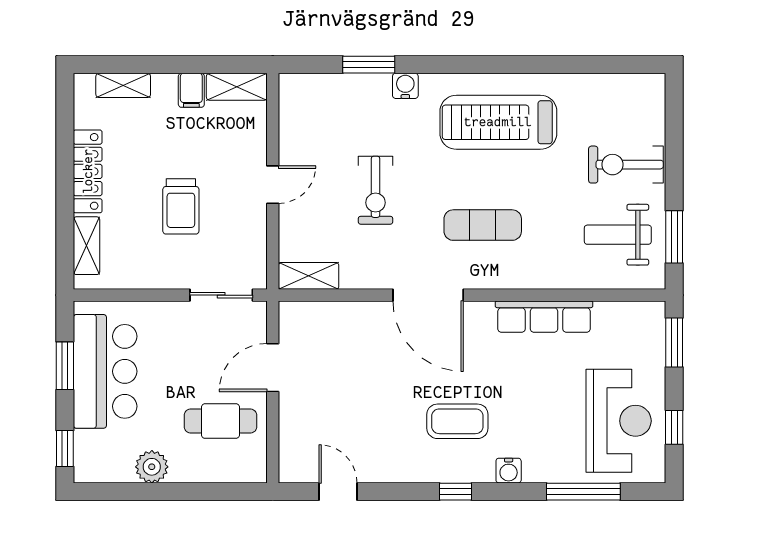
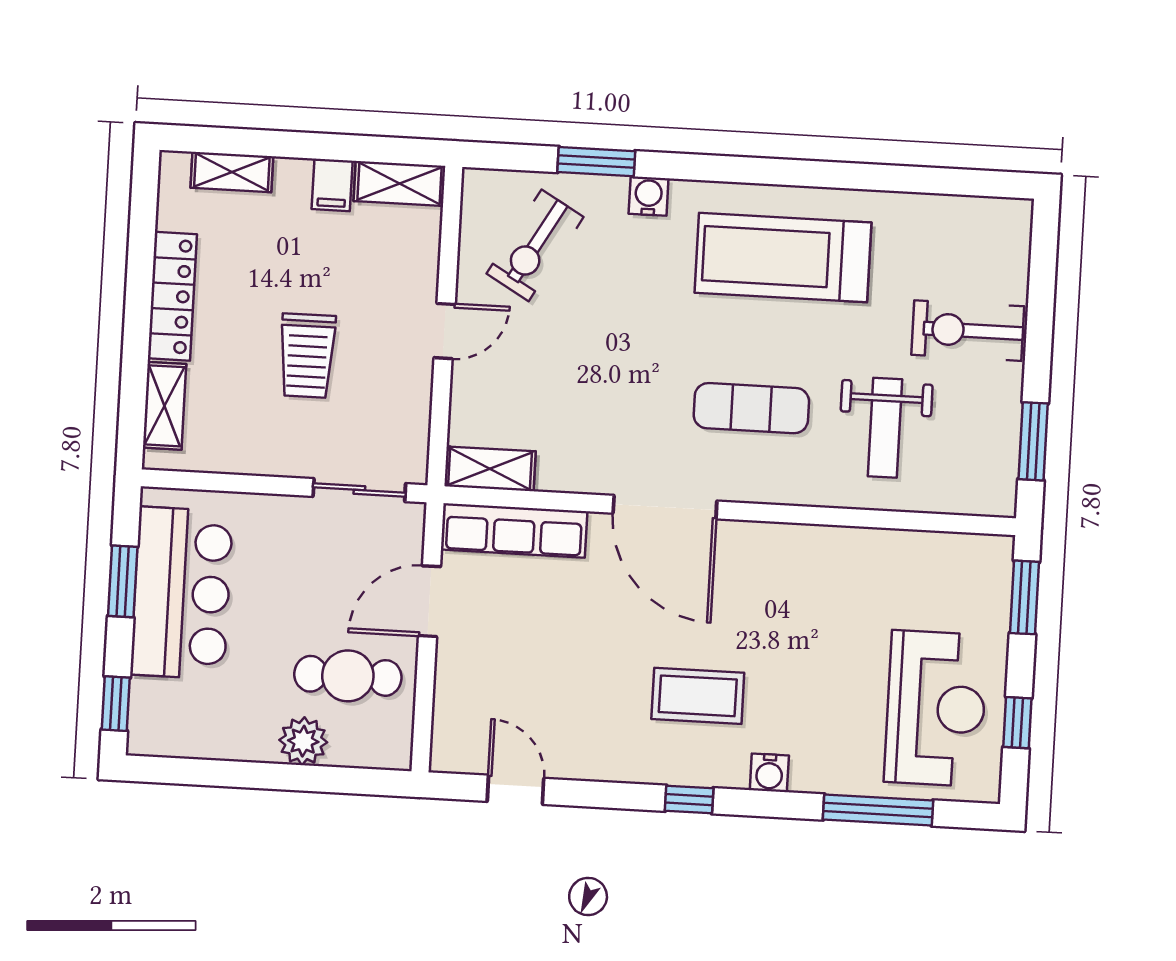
exercise bike: (376, 190) -> (535, 245), moved, turned 30
weight bench: (618, 235) -> (885, 428), moved, turned -90
row of seats: (544, 317) -> (514, 530), moved
plant: (152, 467) -> (303, 741), moved

